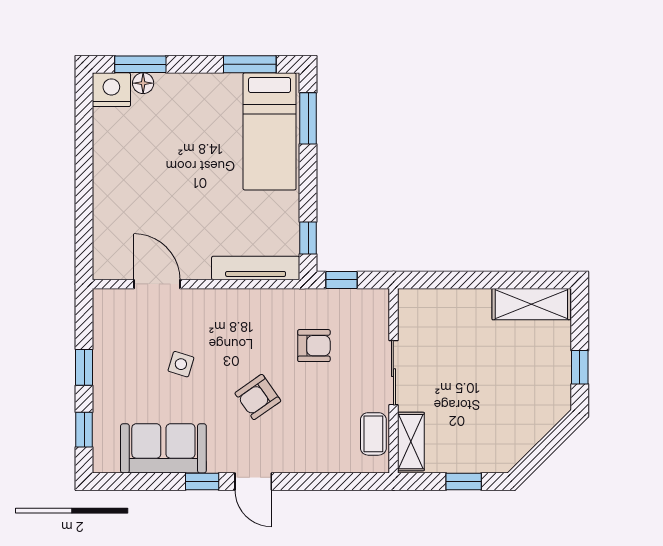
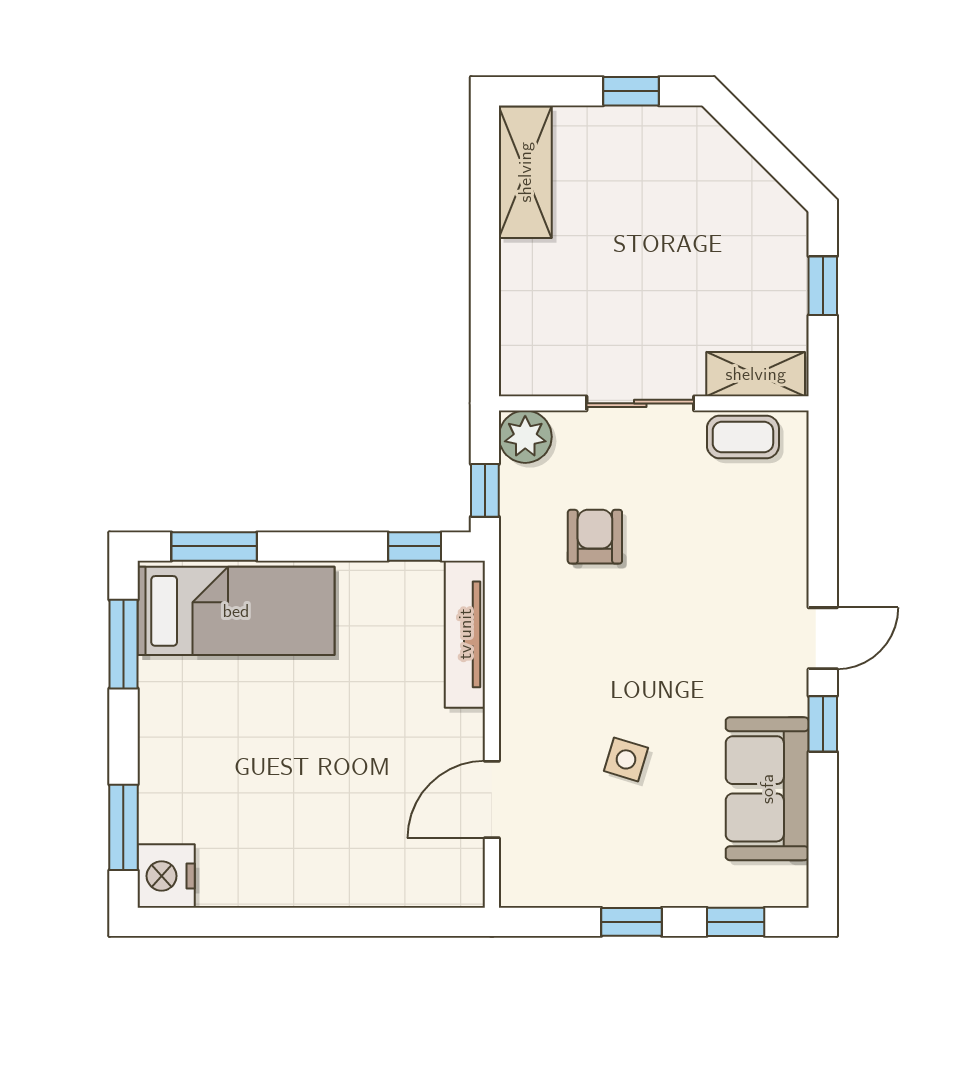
floor lamp: (143, 83) -> (155, 823), removed
plant: (374, 304) -> (525, 437), added
armchair: (258, 397) -> (681, 631), removed

